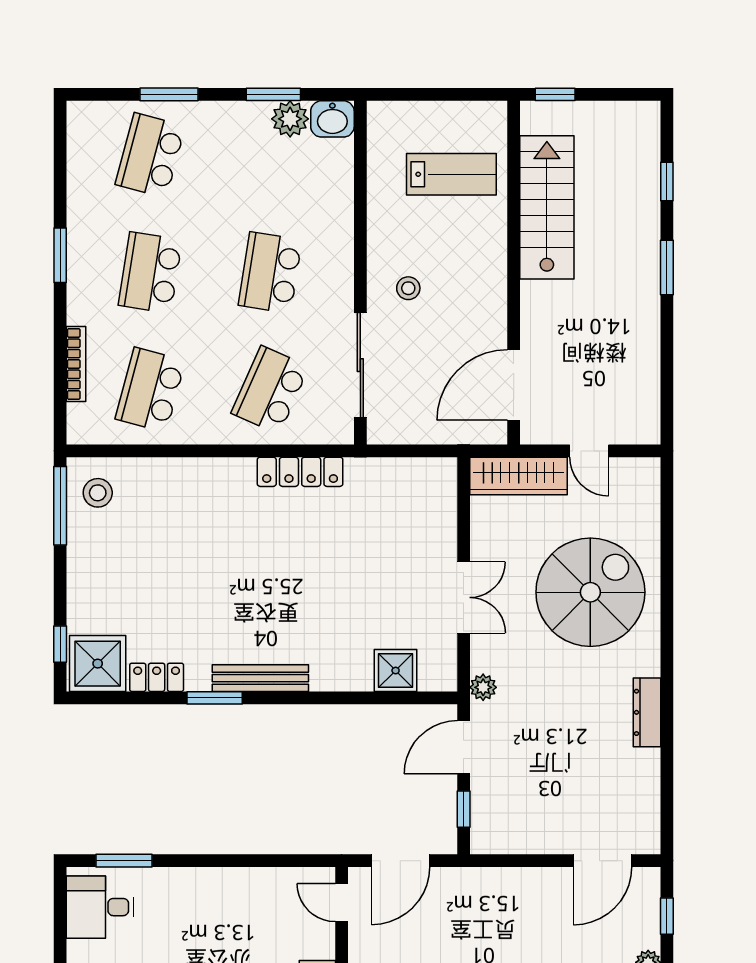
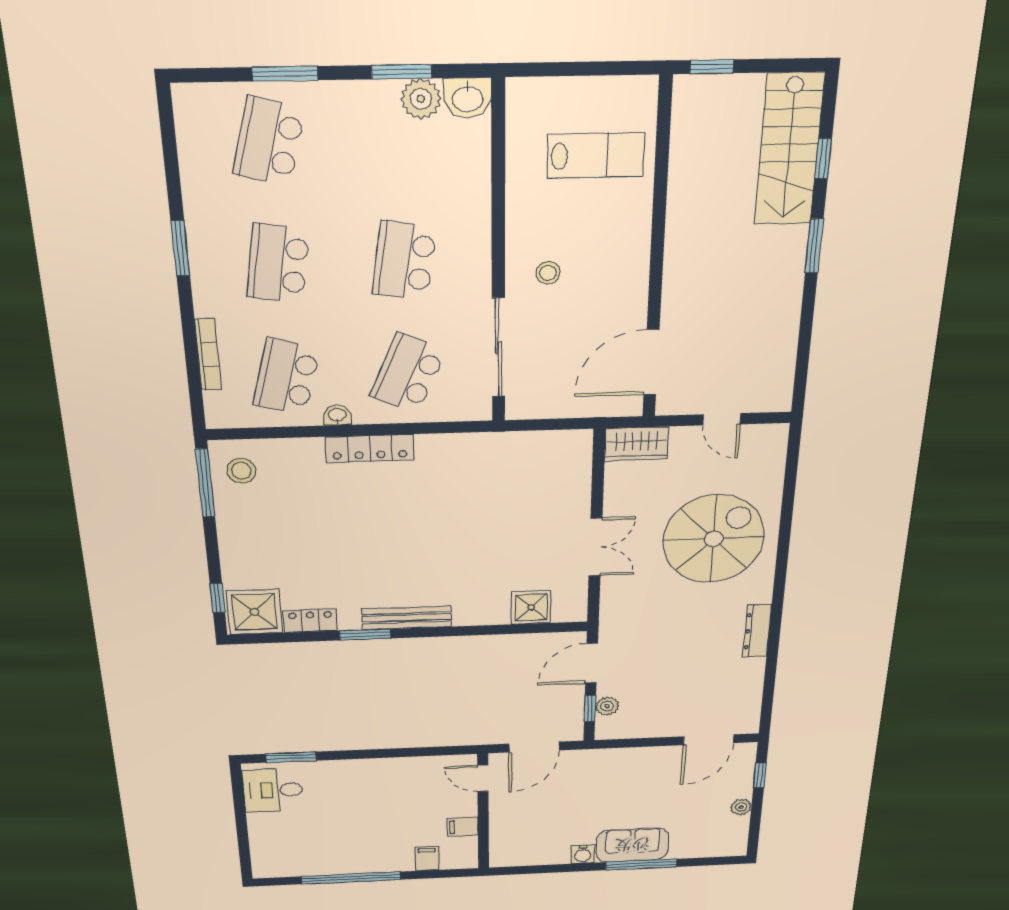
stairs: (547, 207) -> (789, 150), moved, turned 180
washbasin: (198, 433) -> (337, 415), added
locker: (300, 472) -> (370, 448), moved
wardrobe: (519, 476) -> (636, 444), width x0.67
plant: (483, 687) -> (607, 706), moved

